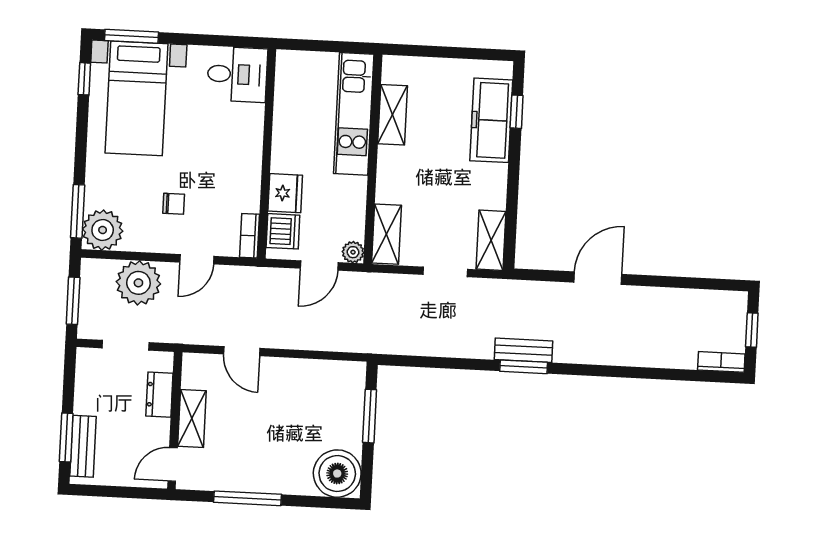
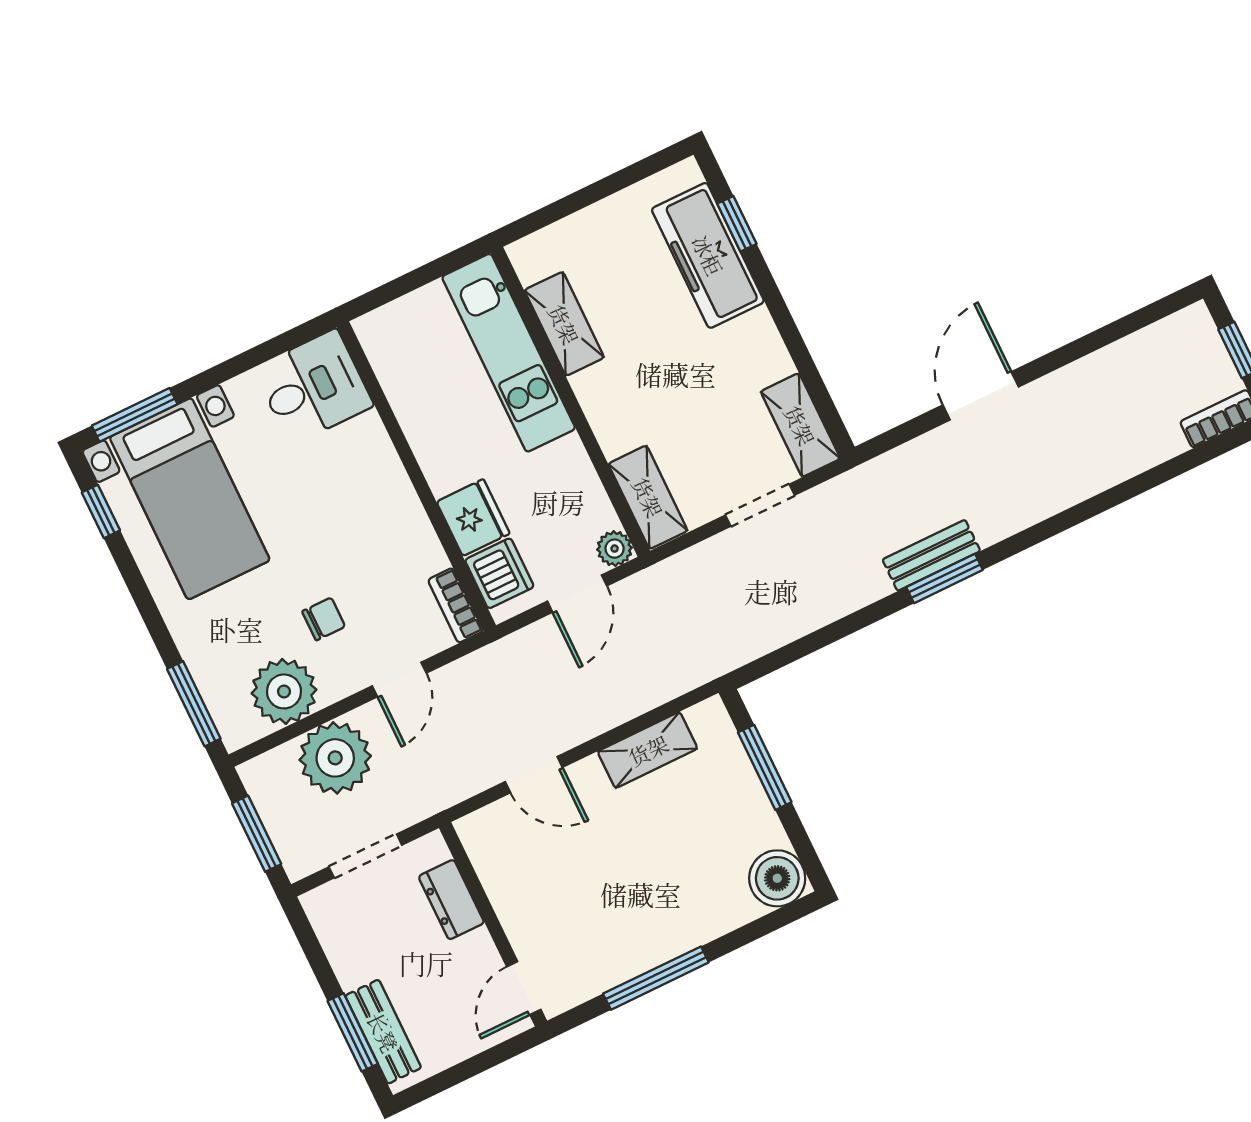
plant: (103, 230) -> (284, 691), moved
shelving: (192, 419) -> (648, 750), moved, turned 90
boiler: (337, 474) -> (777, 878), width x0.73, depth x0.73

